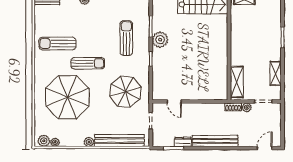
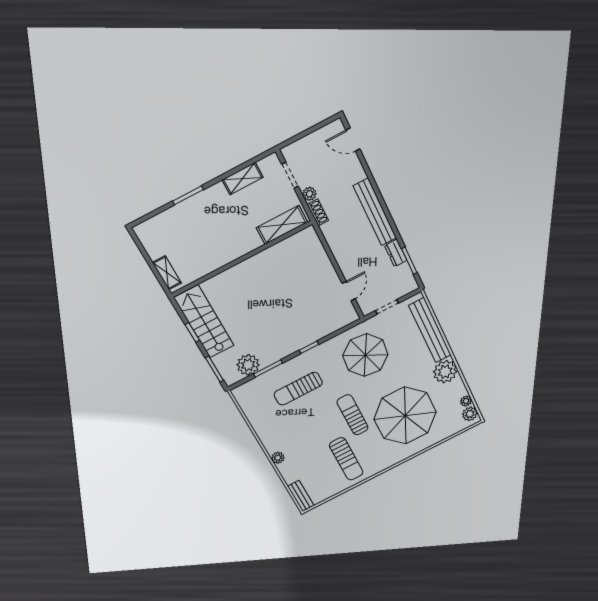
plant: (160, 40) -> (248, 365), moved
plant: (89, 142) -> (445, 372), width x1.88, depth x1.88

